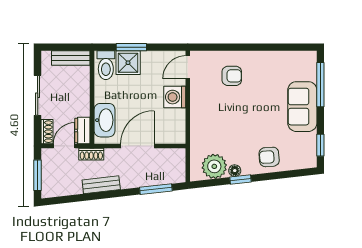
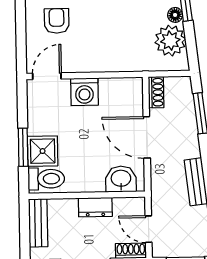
door: (188, 67) -> (47, 76), swing flipped
washbasin: (105, 120) -> (121, 179), width x0.72
dresser: (82, 131) -> (95, 207), moved
shoe rack: (91, 154) -> (156, 92), moved

